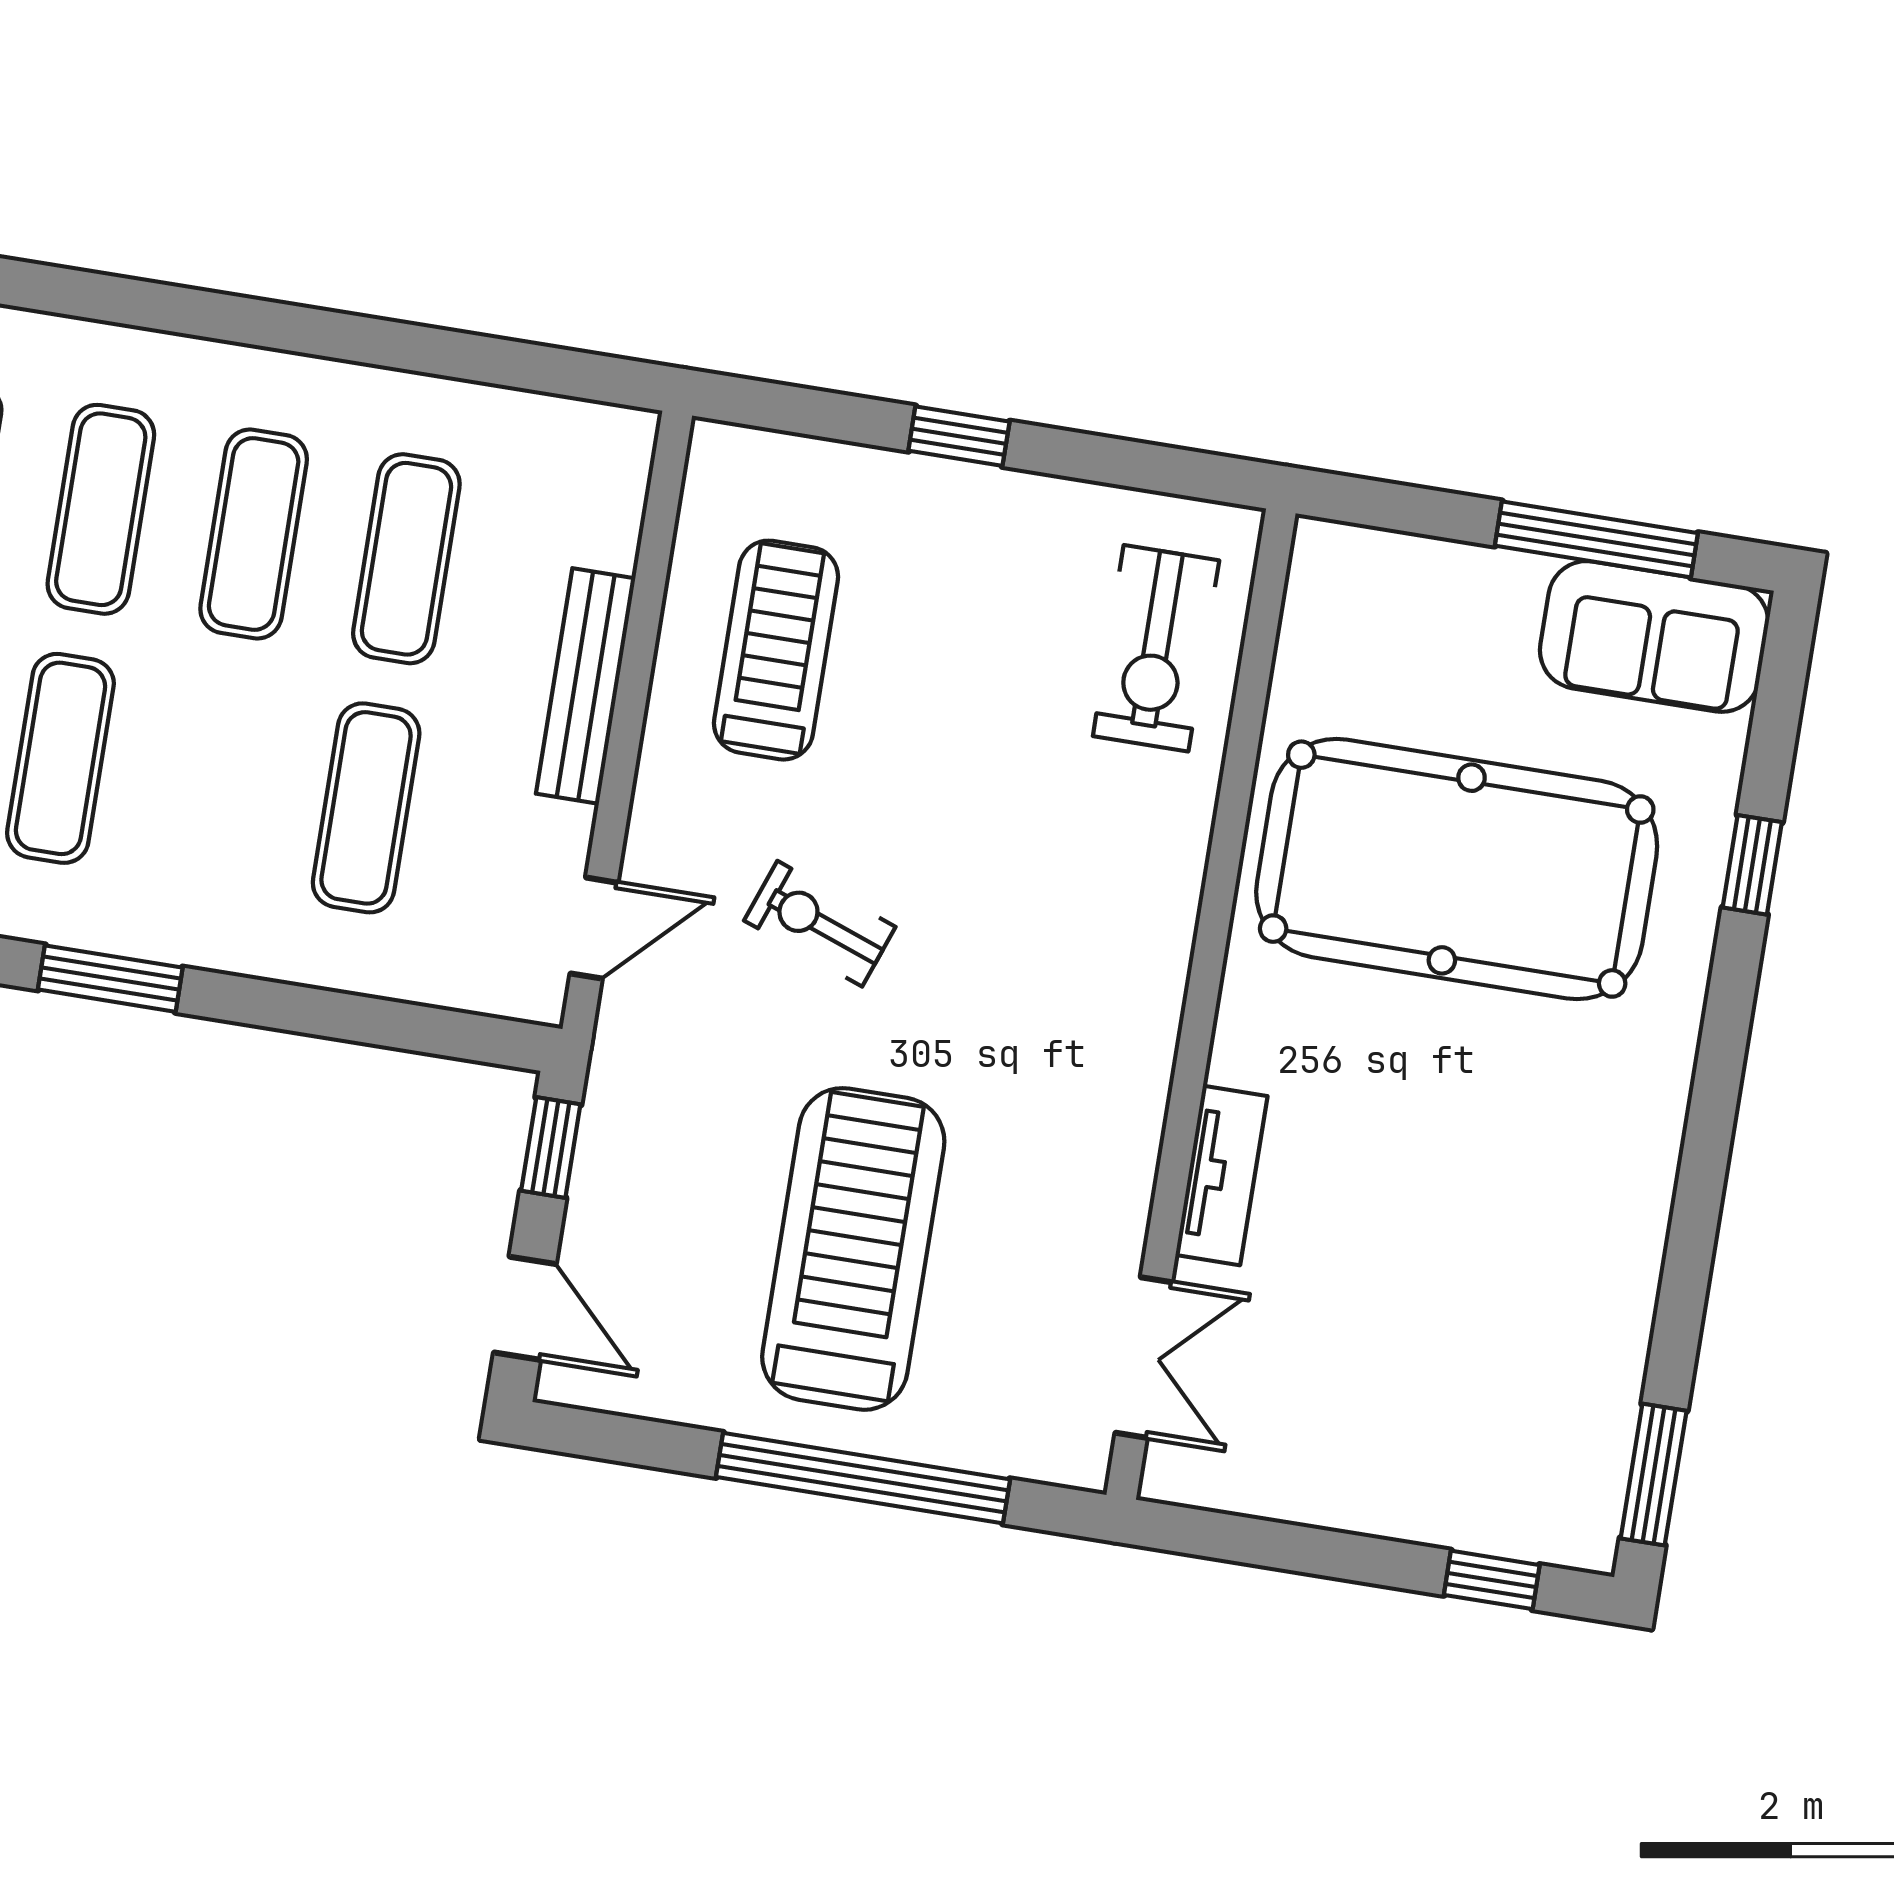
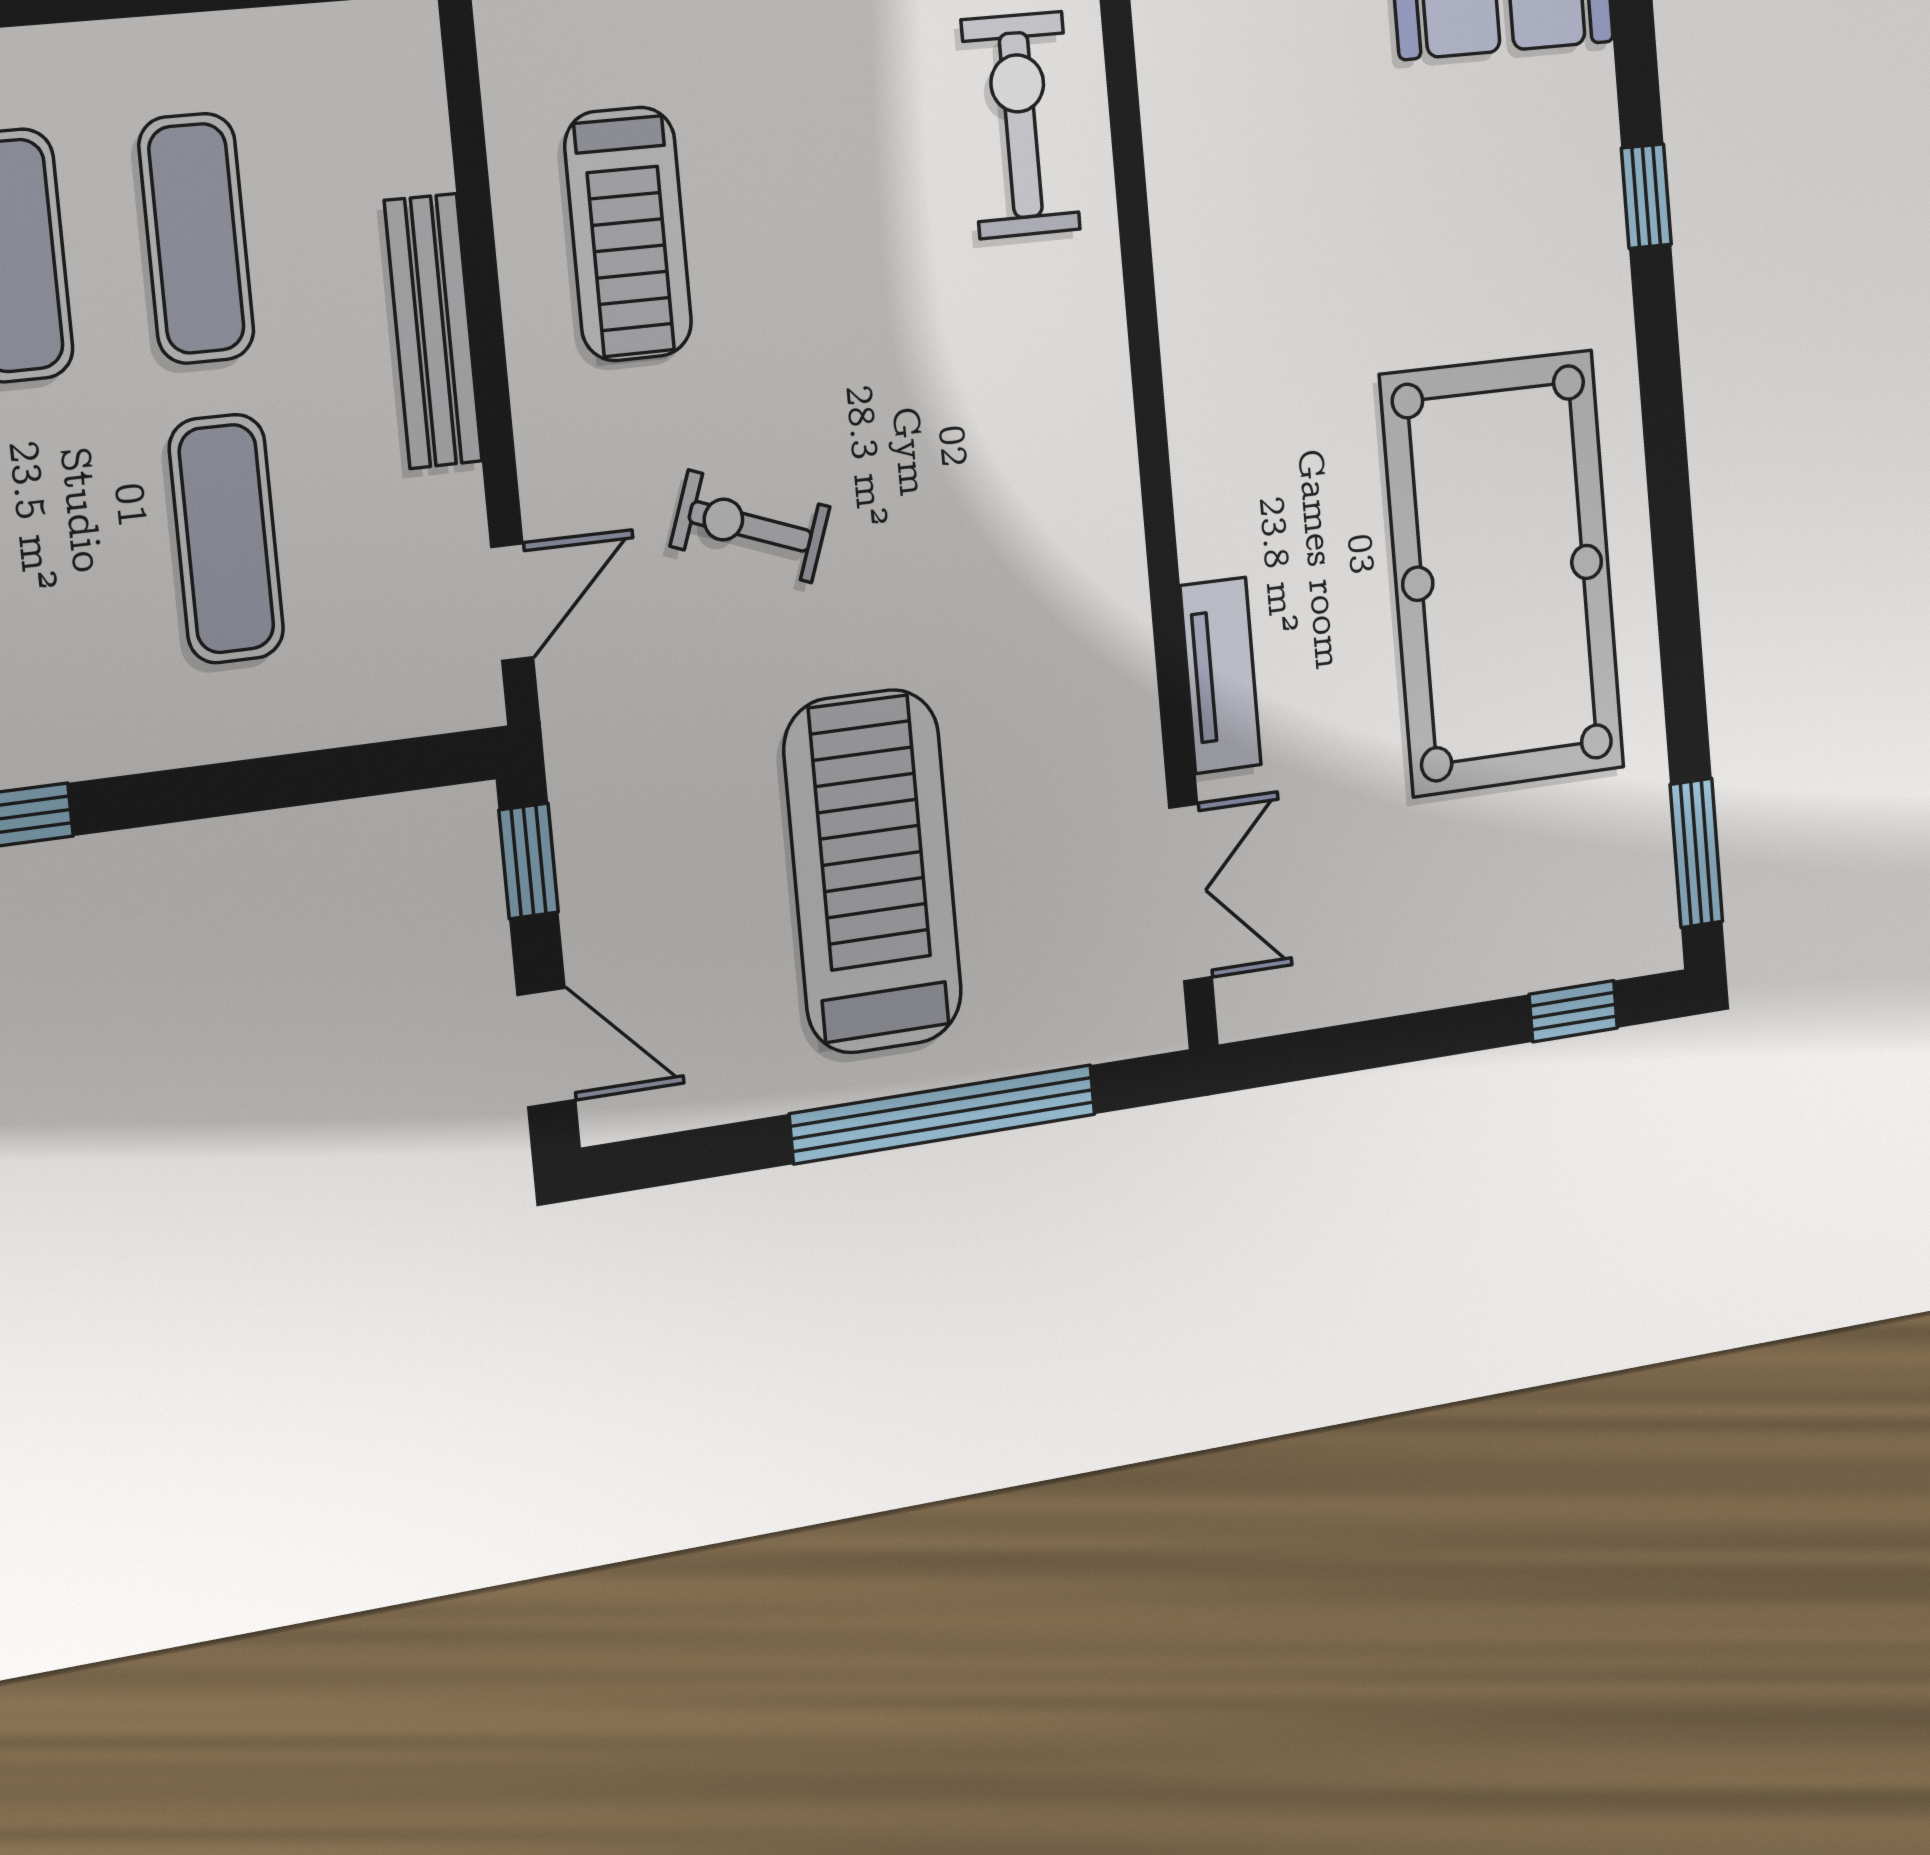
exercise bike: (1156, 648) -> (1021, 125), turned 180
treadmill: (776, 650) -> (628, 234), turned 180
pool table: (1457, 869) -> (1503, 573), moved, turned 90

